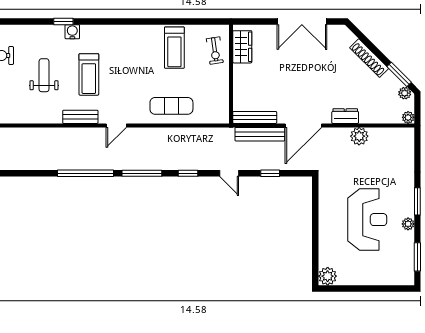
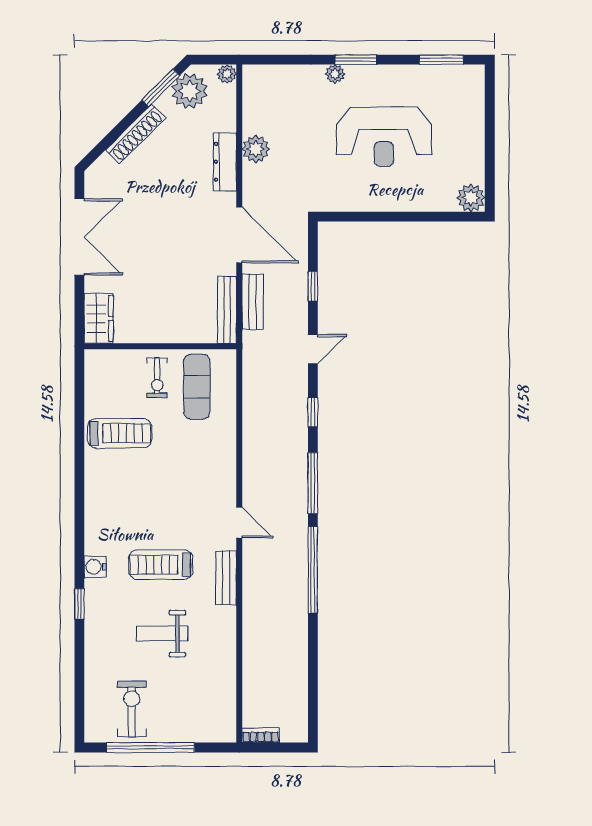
water cooler: (72, 32) -> (95, 567), moved
wardrobe: (242, 47) -> (99, 318), moved, turned 90
exercise bike: (215, 51) -> (157, 378), moved, turned 98
treadmill: (89, 74) -> (161, 565), turned 180
plant: (405, 93) -> (190, 91), width x1.87, depth x1.87
exercise mat: (171, 106) -> (197, 387), moved
dresser: (345, 116) -> (225, 162), width x1.44
bench: (260, 134) -> (253, 302), width x0.73
reception desk: (367, 220) -> (384, 137), turned 180
plant: (408, 224) -> (335, 74), moved

